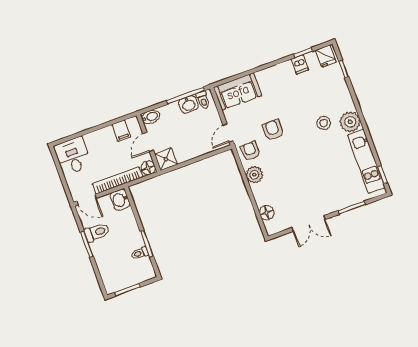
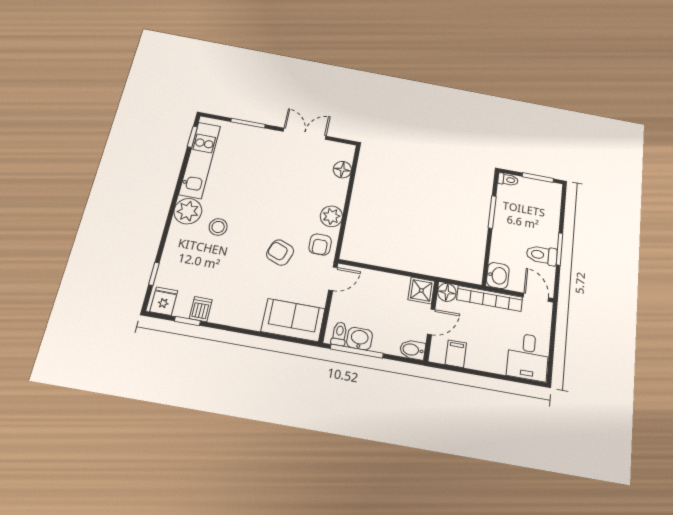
armchair: (273, 130) -> (280, 253), turned 111
toilet: (140, 253) -> (508, 180), moved

